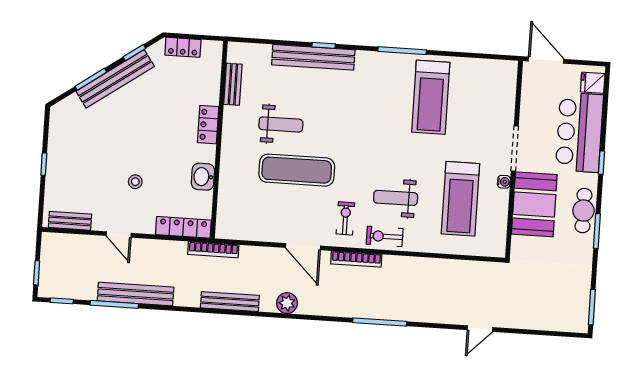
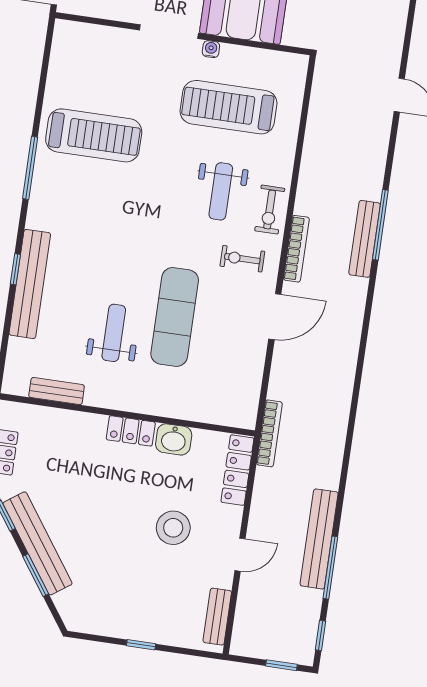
locker: (208, 125) -> (131, 431), moved
stool: (135, 182) -> (173, 528), width x1.89, depth x1.89
treadmill: (460, 199) -> (229, 107), turned 180
bench: (230, 302) -> (365, 239), moved
plant: (287, 303) -> (346, 343), removed

